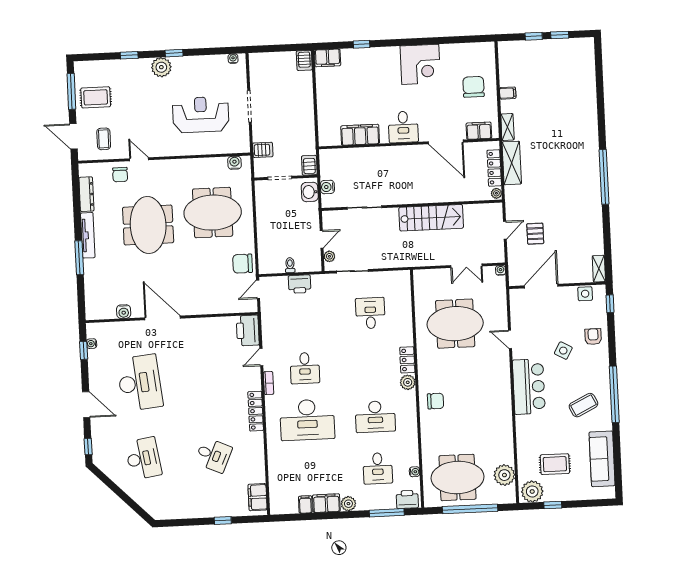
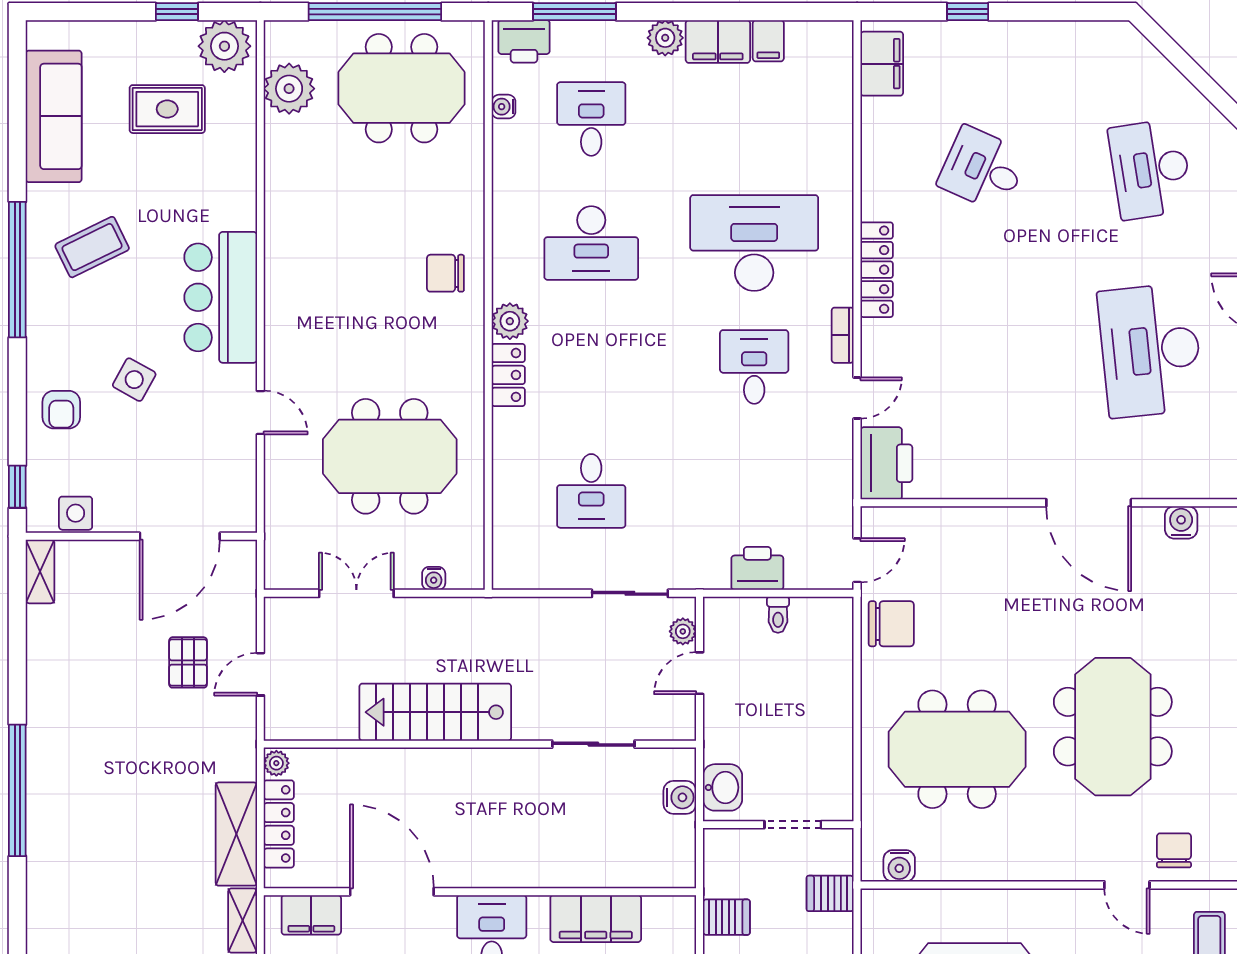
server rack: (309, 165) -> (726, 917), moved, turned -90
water cooler: (501, 270) -> (434, 578), moved
desk: (375, 417) -> (591, 243), turned 180

